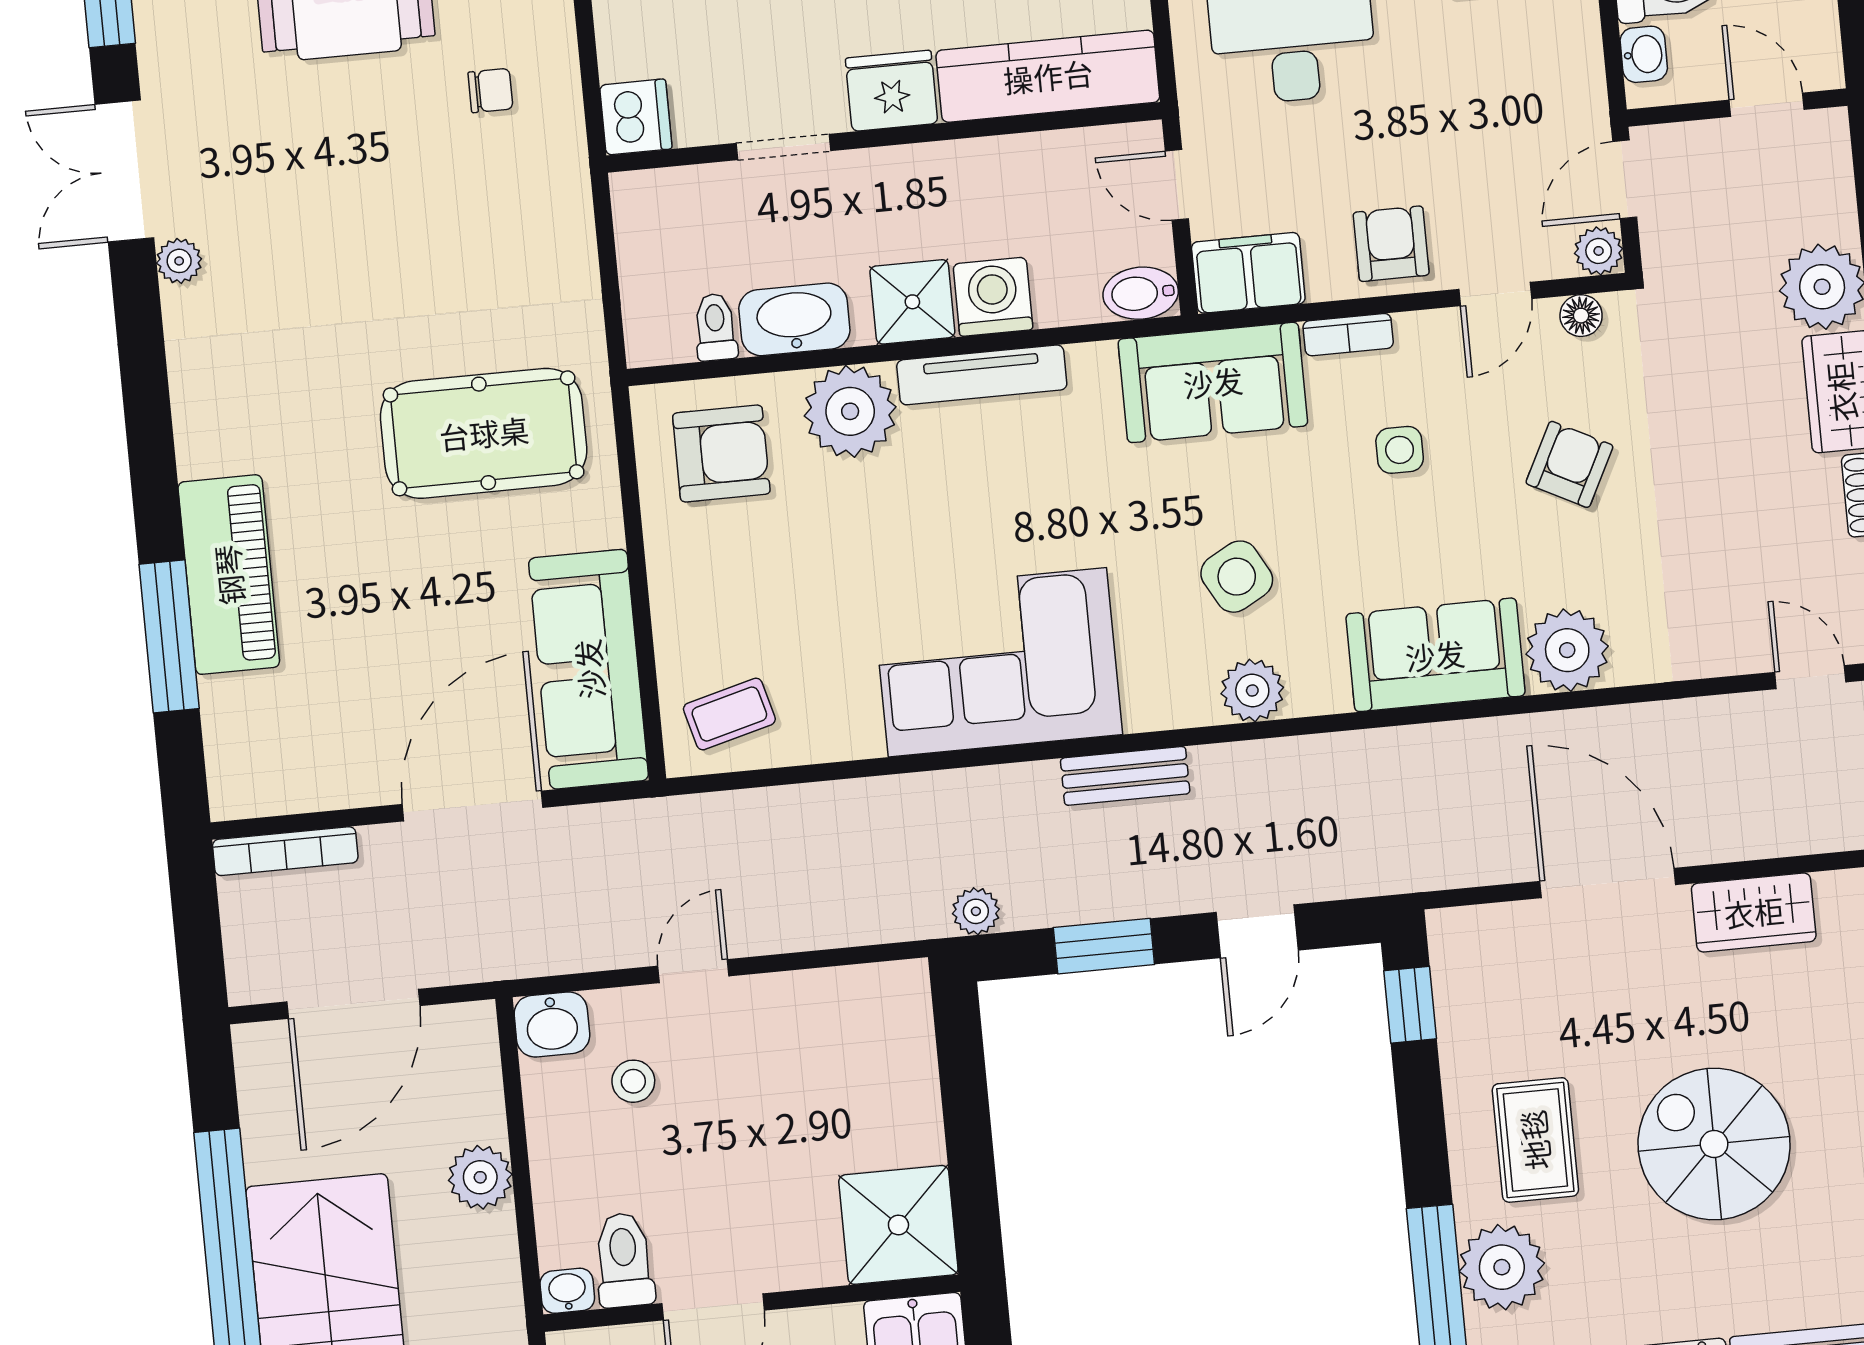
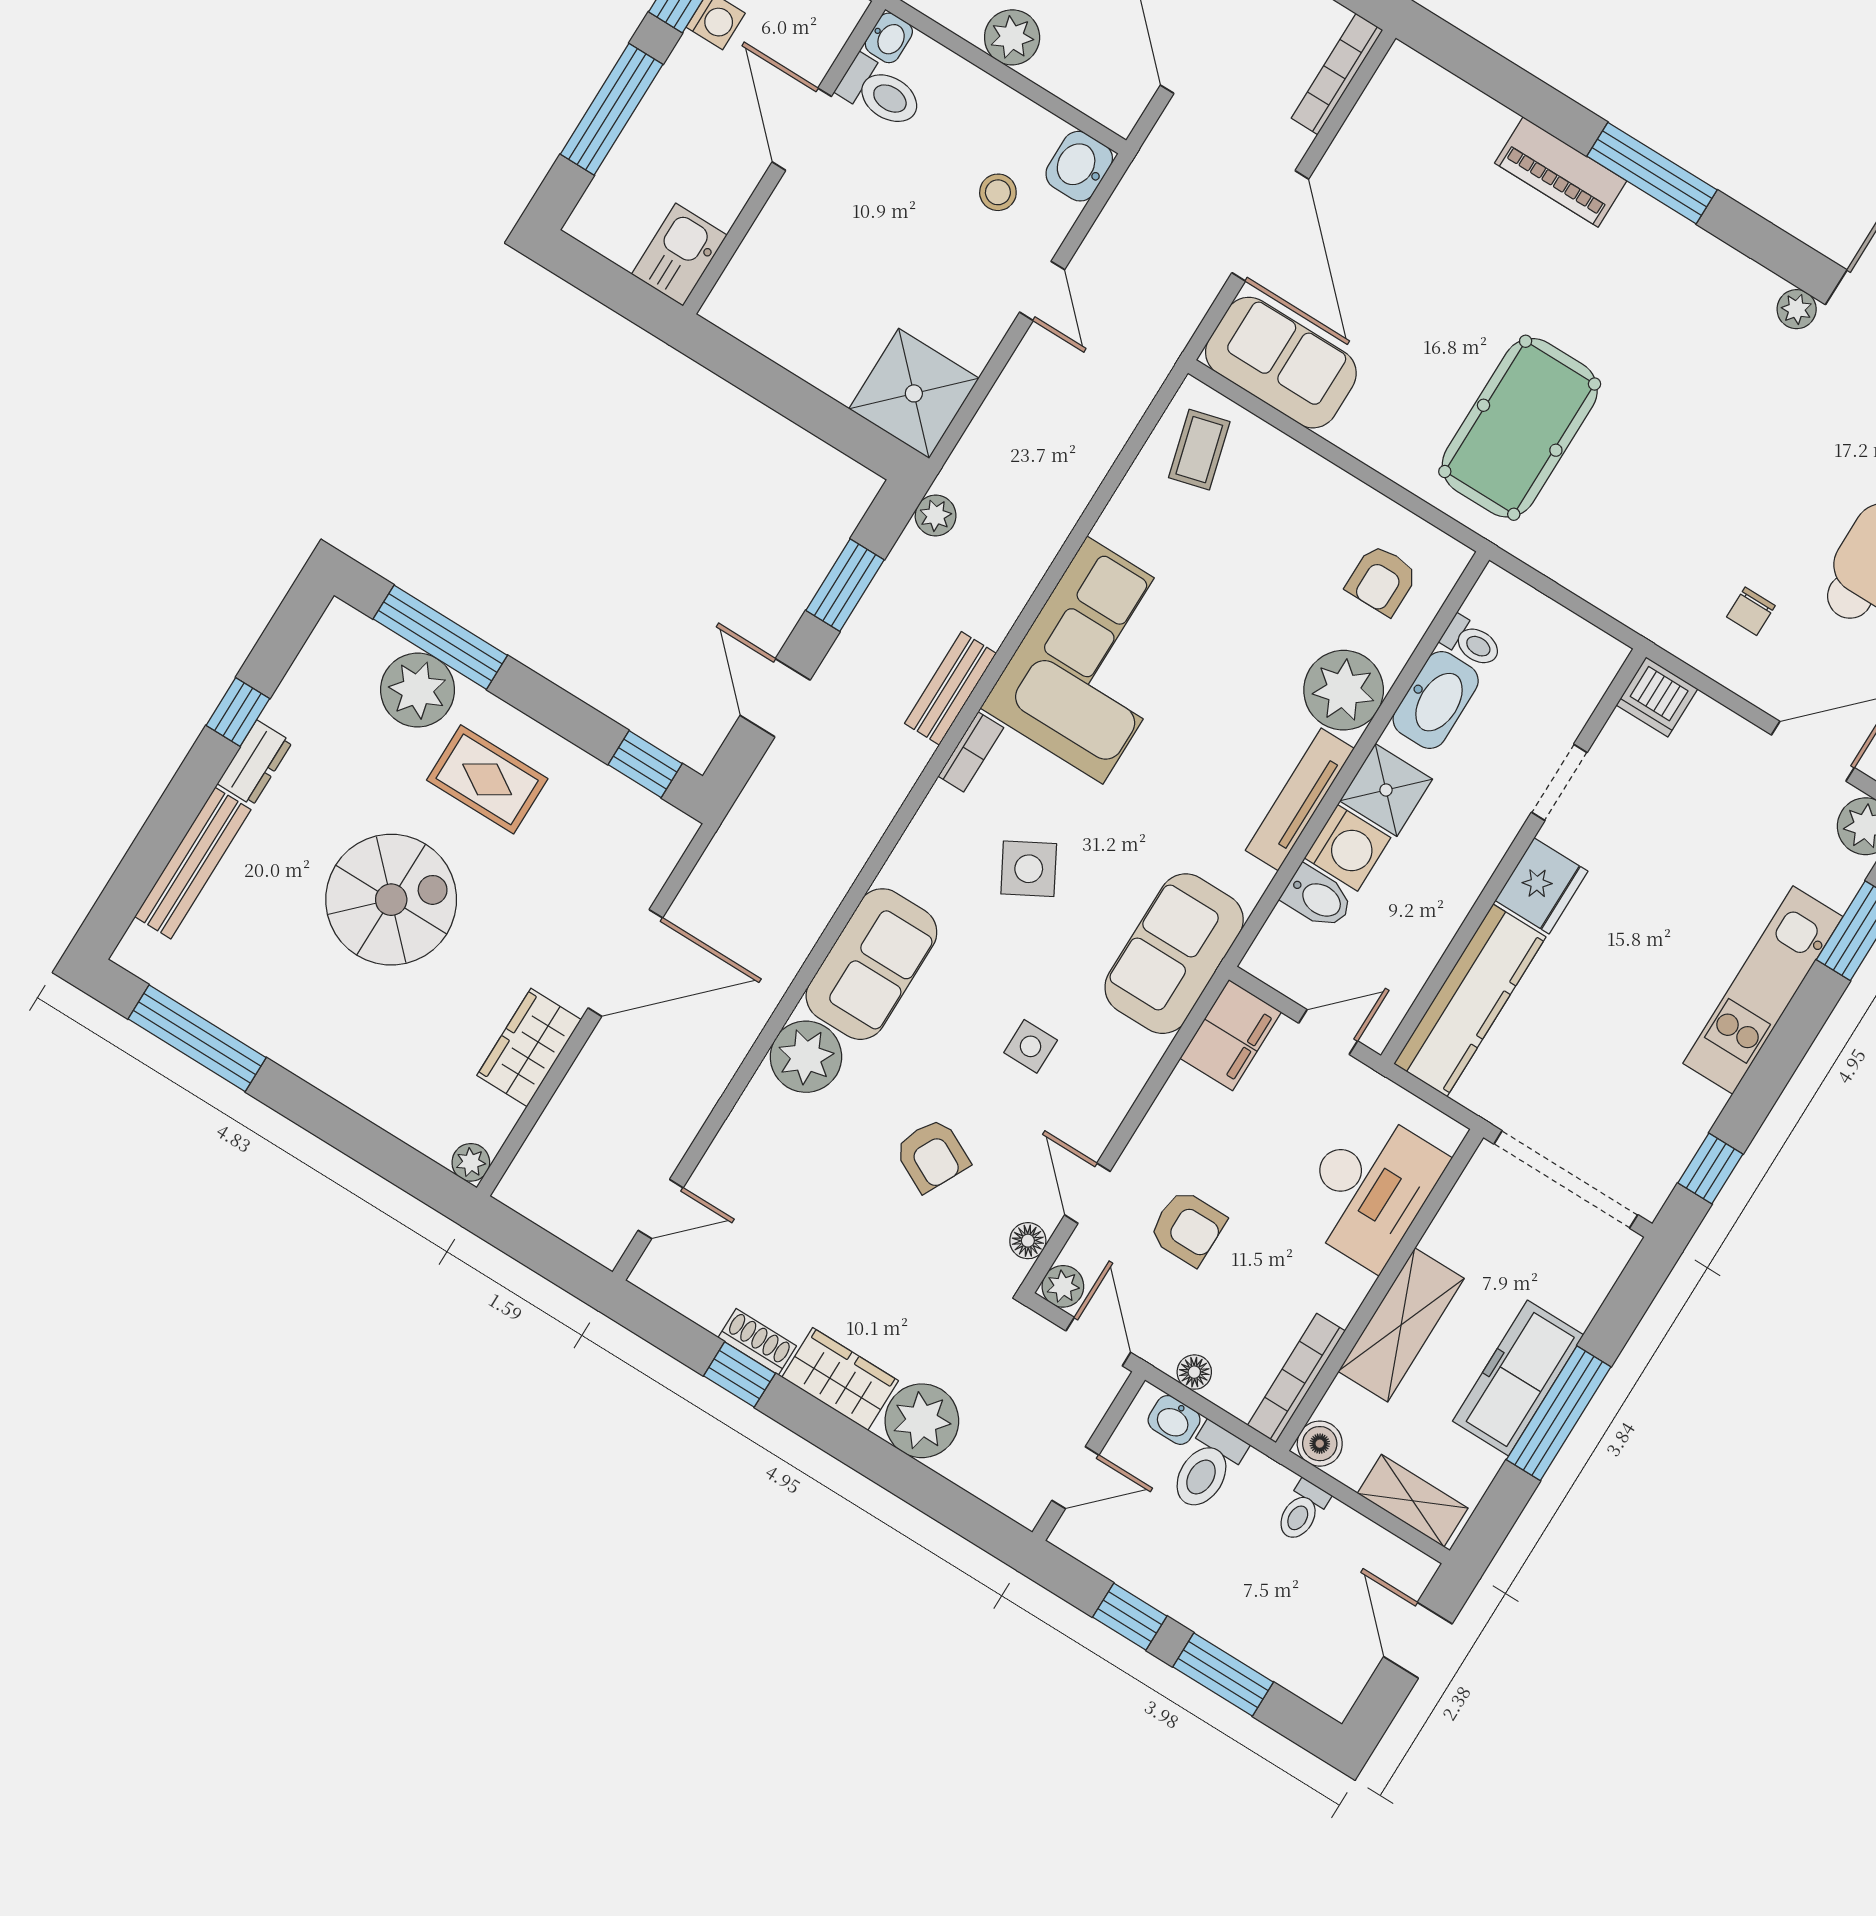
floor lamp: (1585, 69) -> (1194, 1372), added
armchair: (1391, 244) -> (1187, 1228), moved
bidet: (1141, 293) -> (1318, 898), moved, turned 90
bookcase: (1348, 335) -> (971, 752), moved, turned 180
armchair: (721, 453) -> (1382, 580), width x0.72, depth x0.72
piano: (229, 575) -> (1561, 172), width x0.73, depth x0.75
window: (169, 636) -> (1652, 173), moved
sofa: (589, 669) -> (1281, 363), width x0.73
plant: (1252, 690) -> (943, 820), removed
shower: (898, 1225) -> (914, 393), moved

